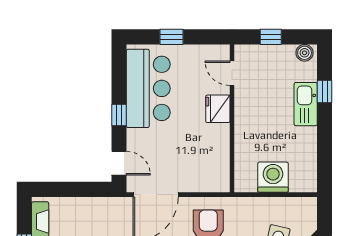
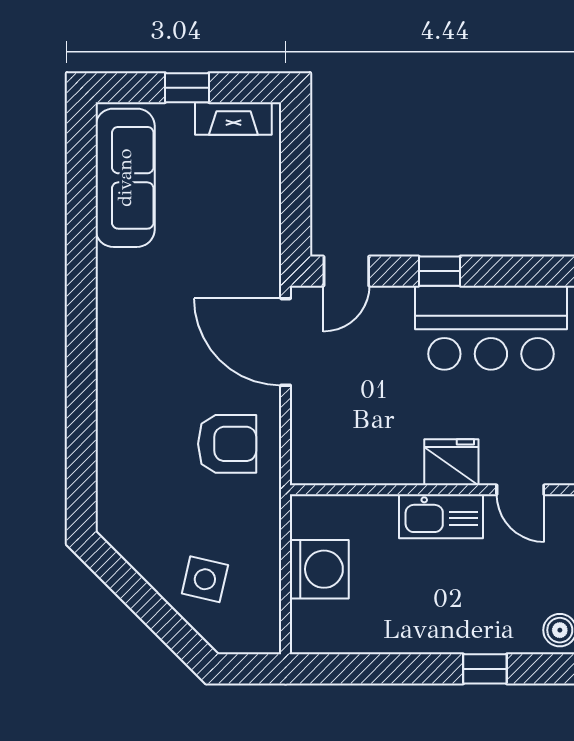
door: (232, 73) -> (520, 490), swing flipped
kitchen sink: (306, 104) -> (441, 516), moved, turned 180

